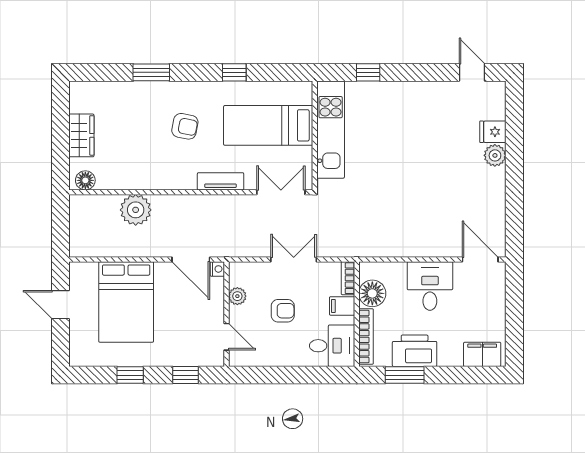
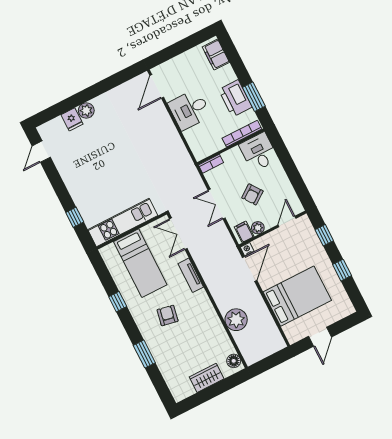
floor lamp: (372, 293) -> (213, 144), removed
filing cabinet: (342, 306) -> (244, 232), moved, turned 180
armchair: (283, 311) -> (252, 194), turned -126

